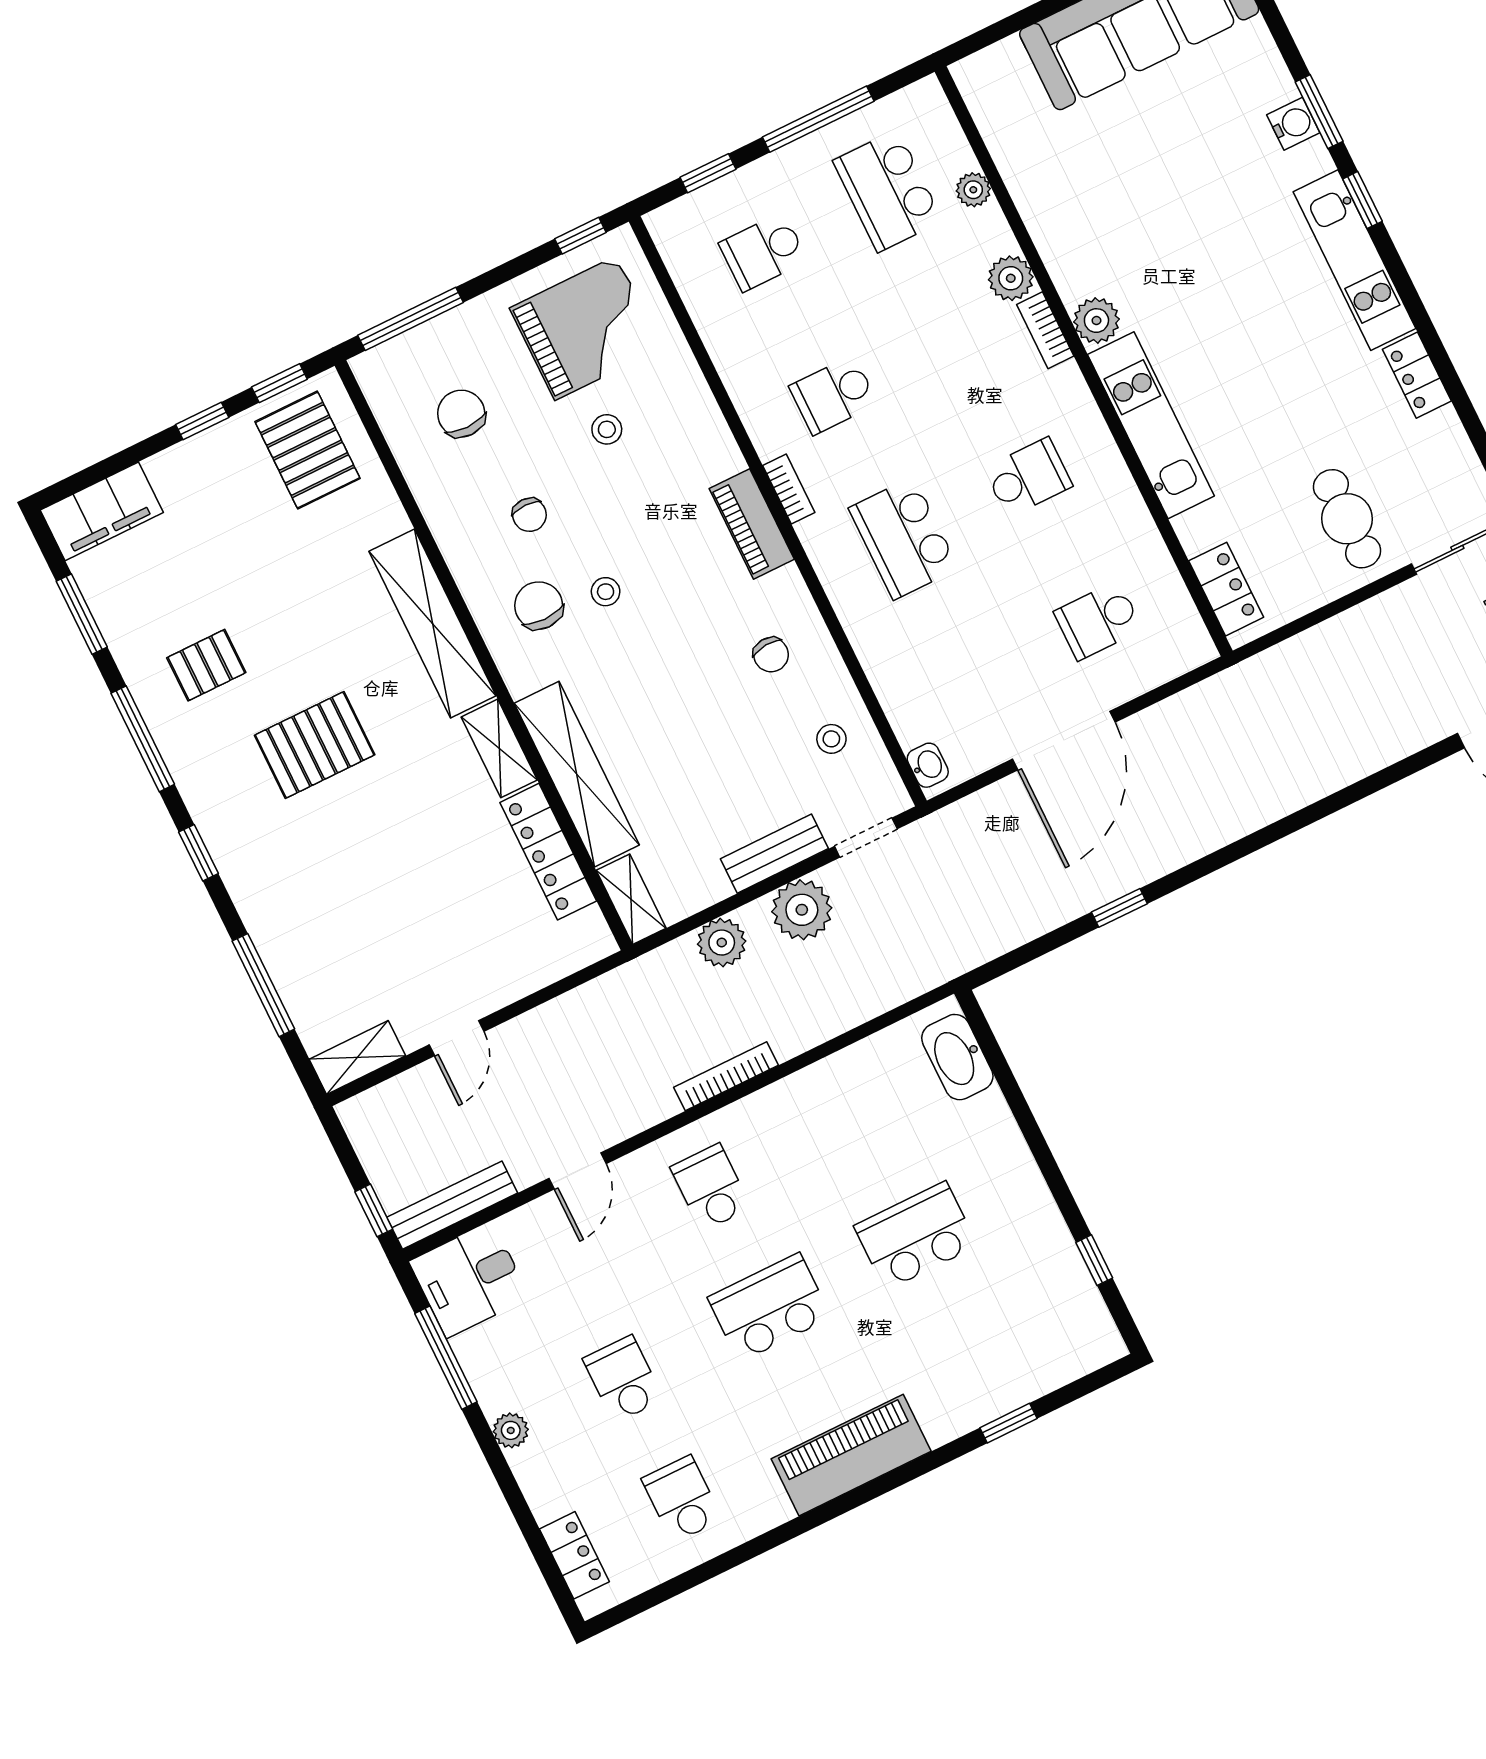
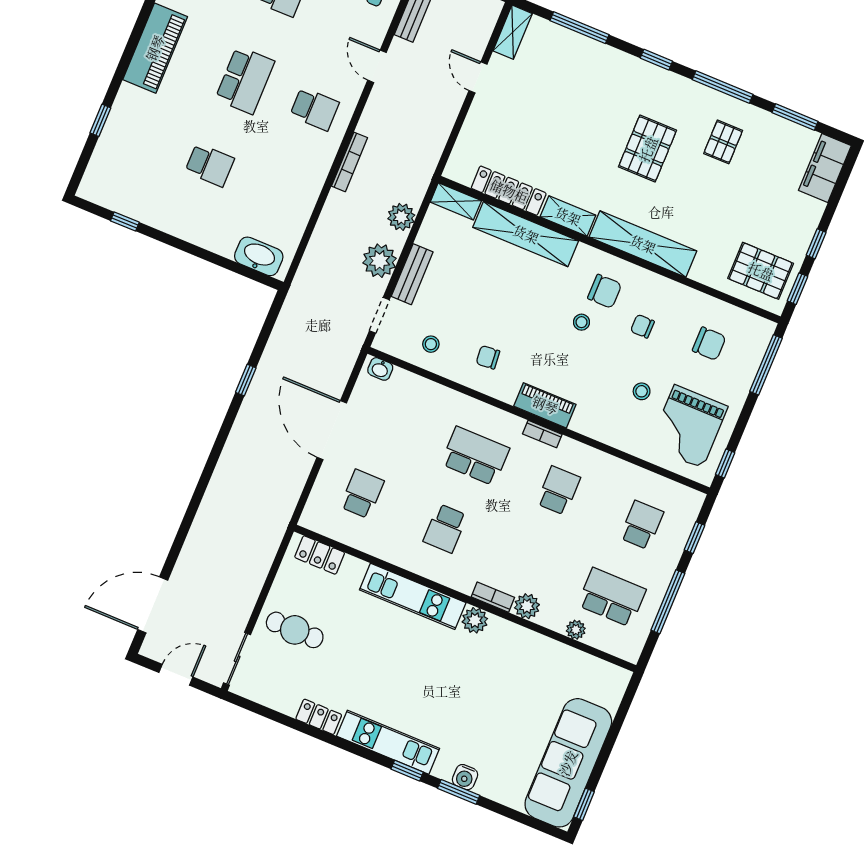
school desk: (916, 1236) -> (210, 165), width x0.54

